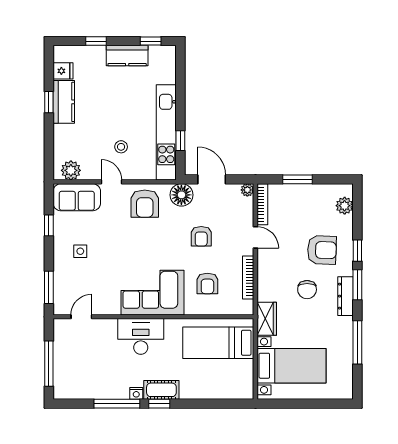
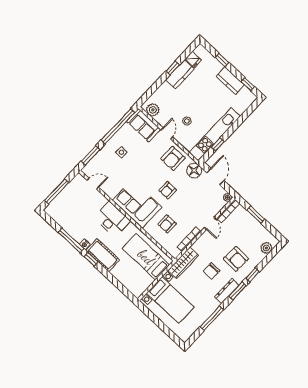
window: (49, 225) -> (118, 126), width x3.17
armchair: (201, 236) -> (168, 190), moved
wardrobe: (267, 319) -> (183, 263), width x1.50
cot: (161, 390) -> (103, 255), width x1.37, depth x1.34

